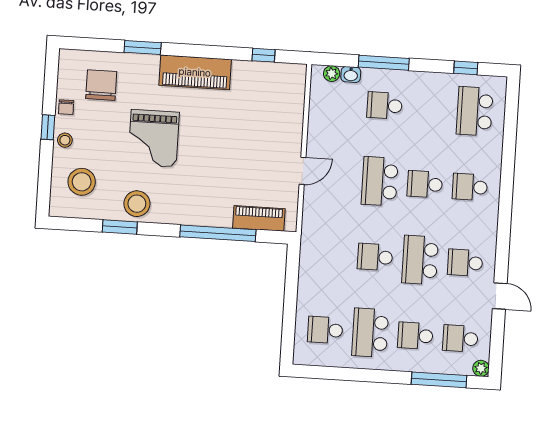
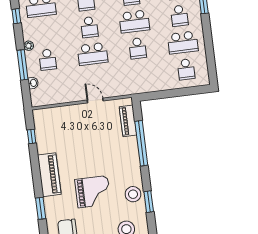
plant: (332, 74) -> (29, 46), moved

